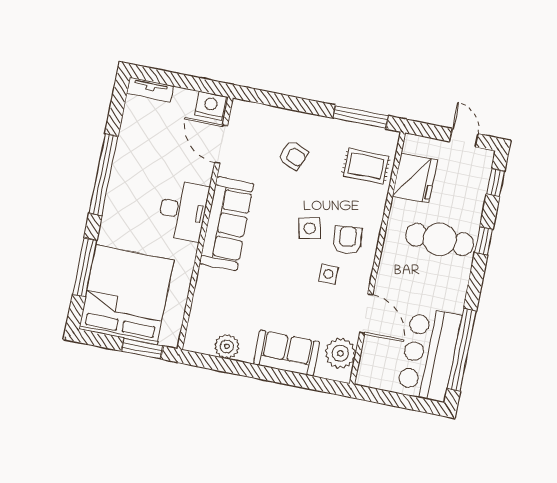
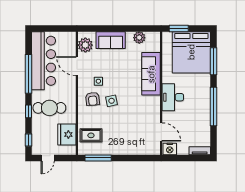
door: (464, 138) -> (48, 158), hinge flipped
armchair: (293, 155) -> (126, 134), removed
sofa: (227, 224) -> (151, 74), moved
window: (462, 350) -> (29, 74), moved
bar counter: (429, 354) -> (44, 61), width x1.36

